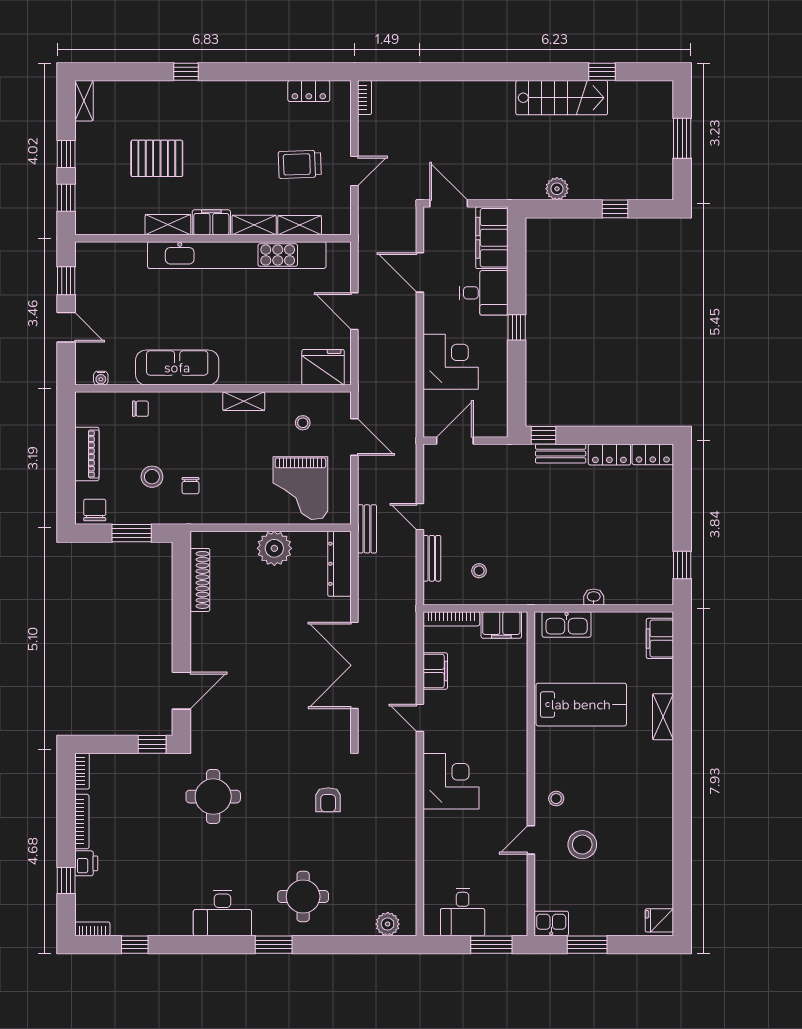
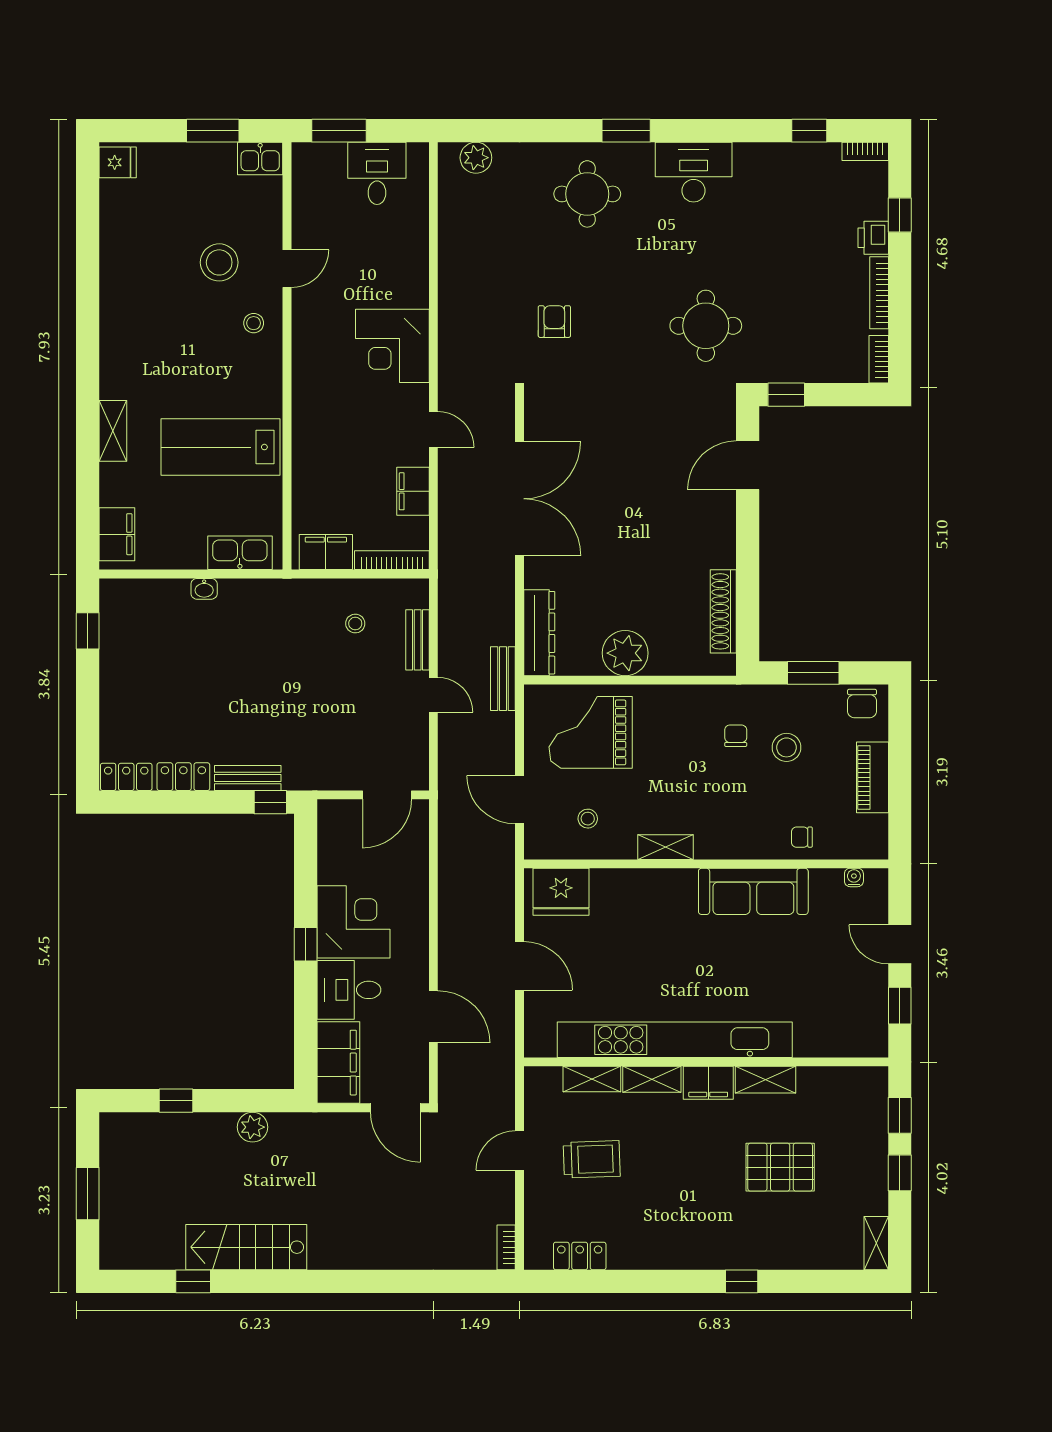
corner desk: (451, 362) -> (353, 922), moved, turned 180
grand piano: (300, 488) -> (591, 732), turned -90

